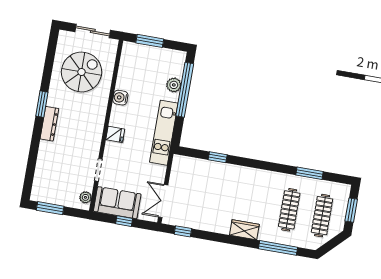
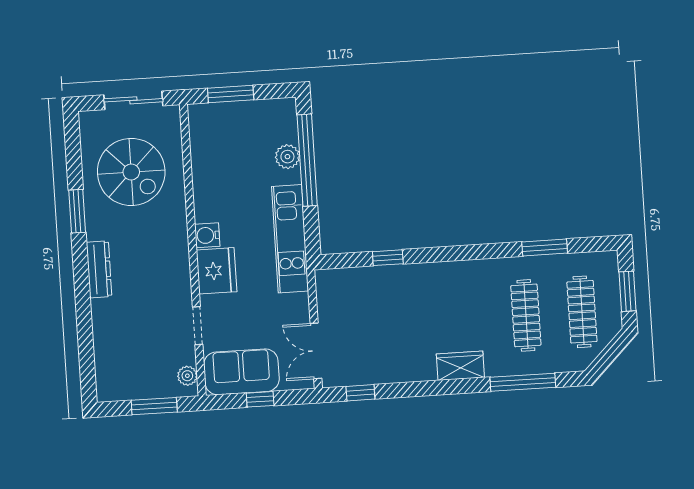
spiral stairs: (82, 72) -> (131, 172), turned 90
water cooler: (120, 98) -> (207, 235), moved
window: (42, 104) -> (77, 211), moved
fridge: (115, 134) -> (217, 271), width x1.88, depth x1.34
window: (50, 208) -> (154, 406), moved

